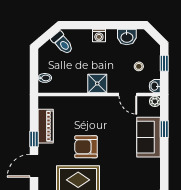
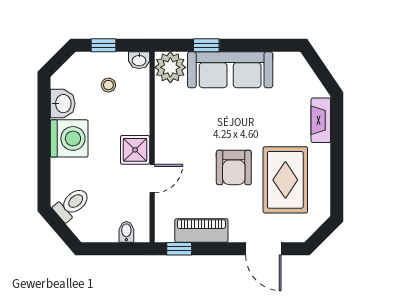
washing machine: (99, 36) -> (69, 138), width x1.89, depth x1.89
door: (128, 94) -> (152, 179), moved
plant: (155, 101) -> (170, 67), width x1.88, depth x1.88
sofa: (149, 137) -> (230, 70), width x1.36
window: (34, 139) -> (179, 249), moved

